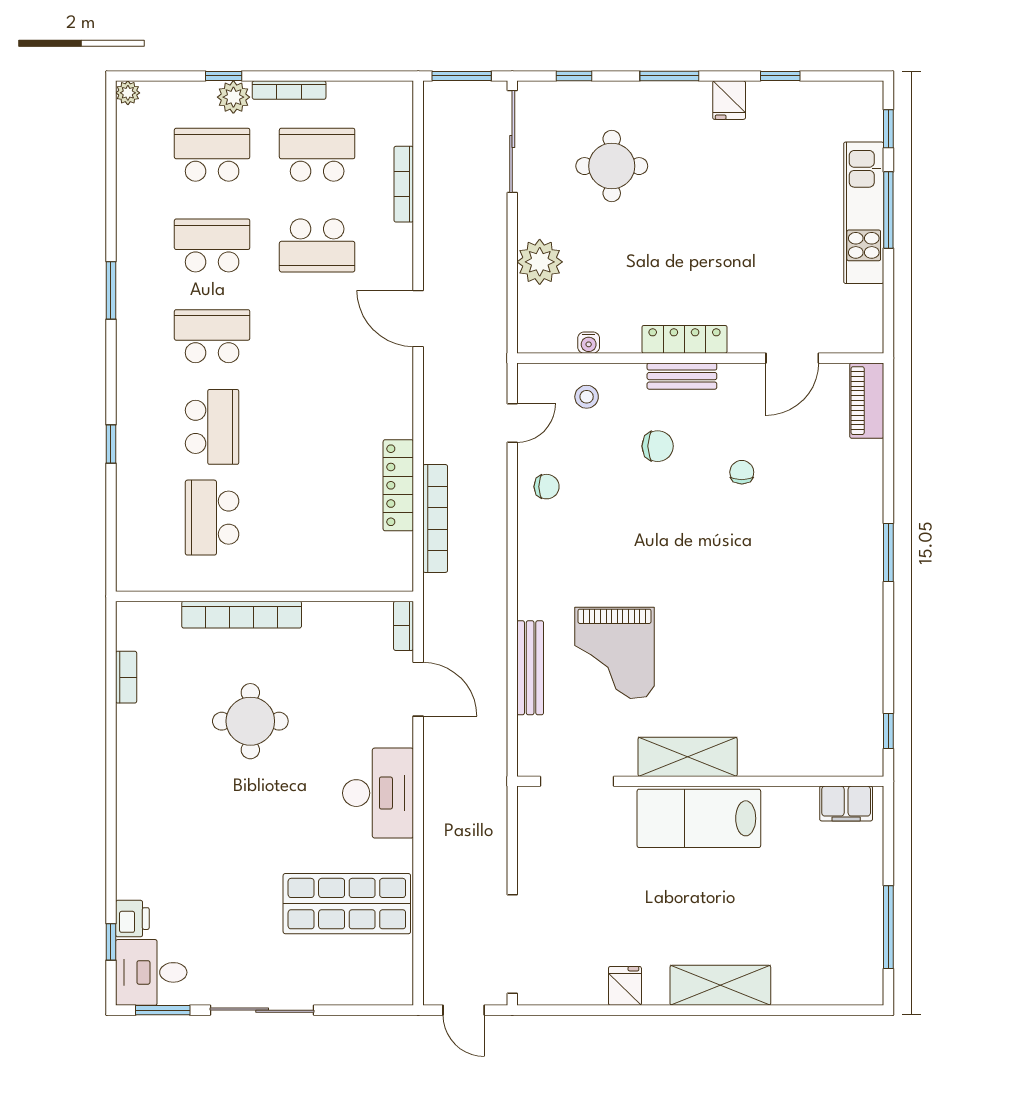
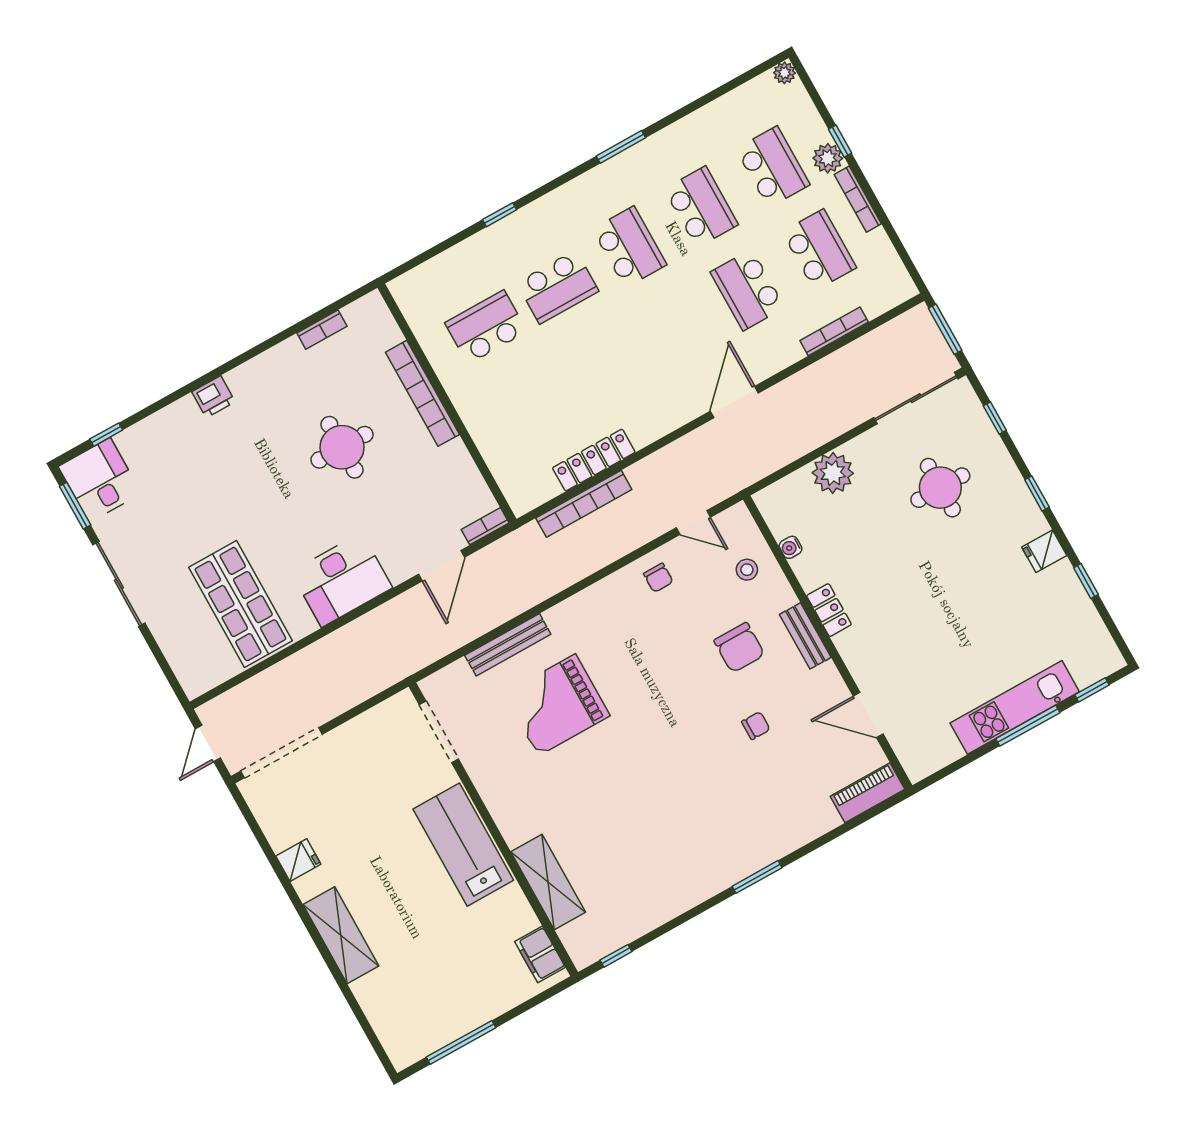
window: (669, 76) -> (1037, 493), width x0.67
locker: (684, 339) -> (829, 610), width x0.66
chair: (658, 446) -> (739, 648), width x1.37, depth x1.37
shelving: (688, 757) -> (548, 882), moved
printer: (132, 919) -> (213, 397), moved

